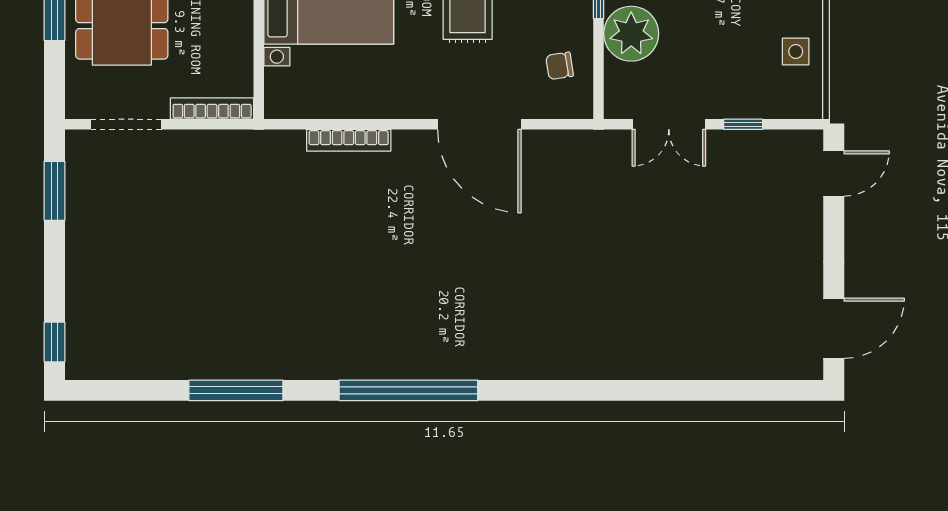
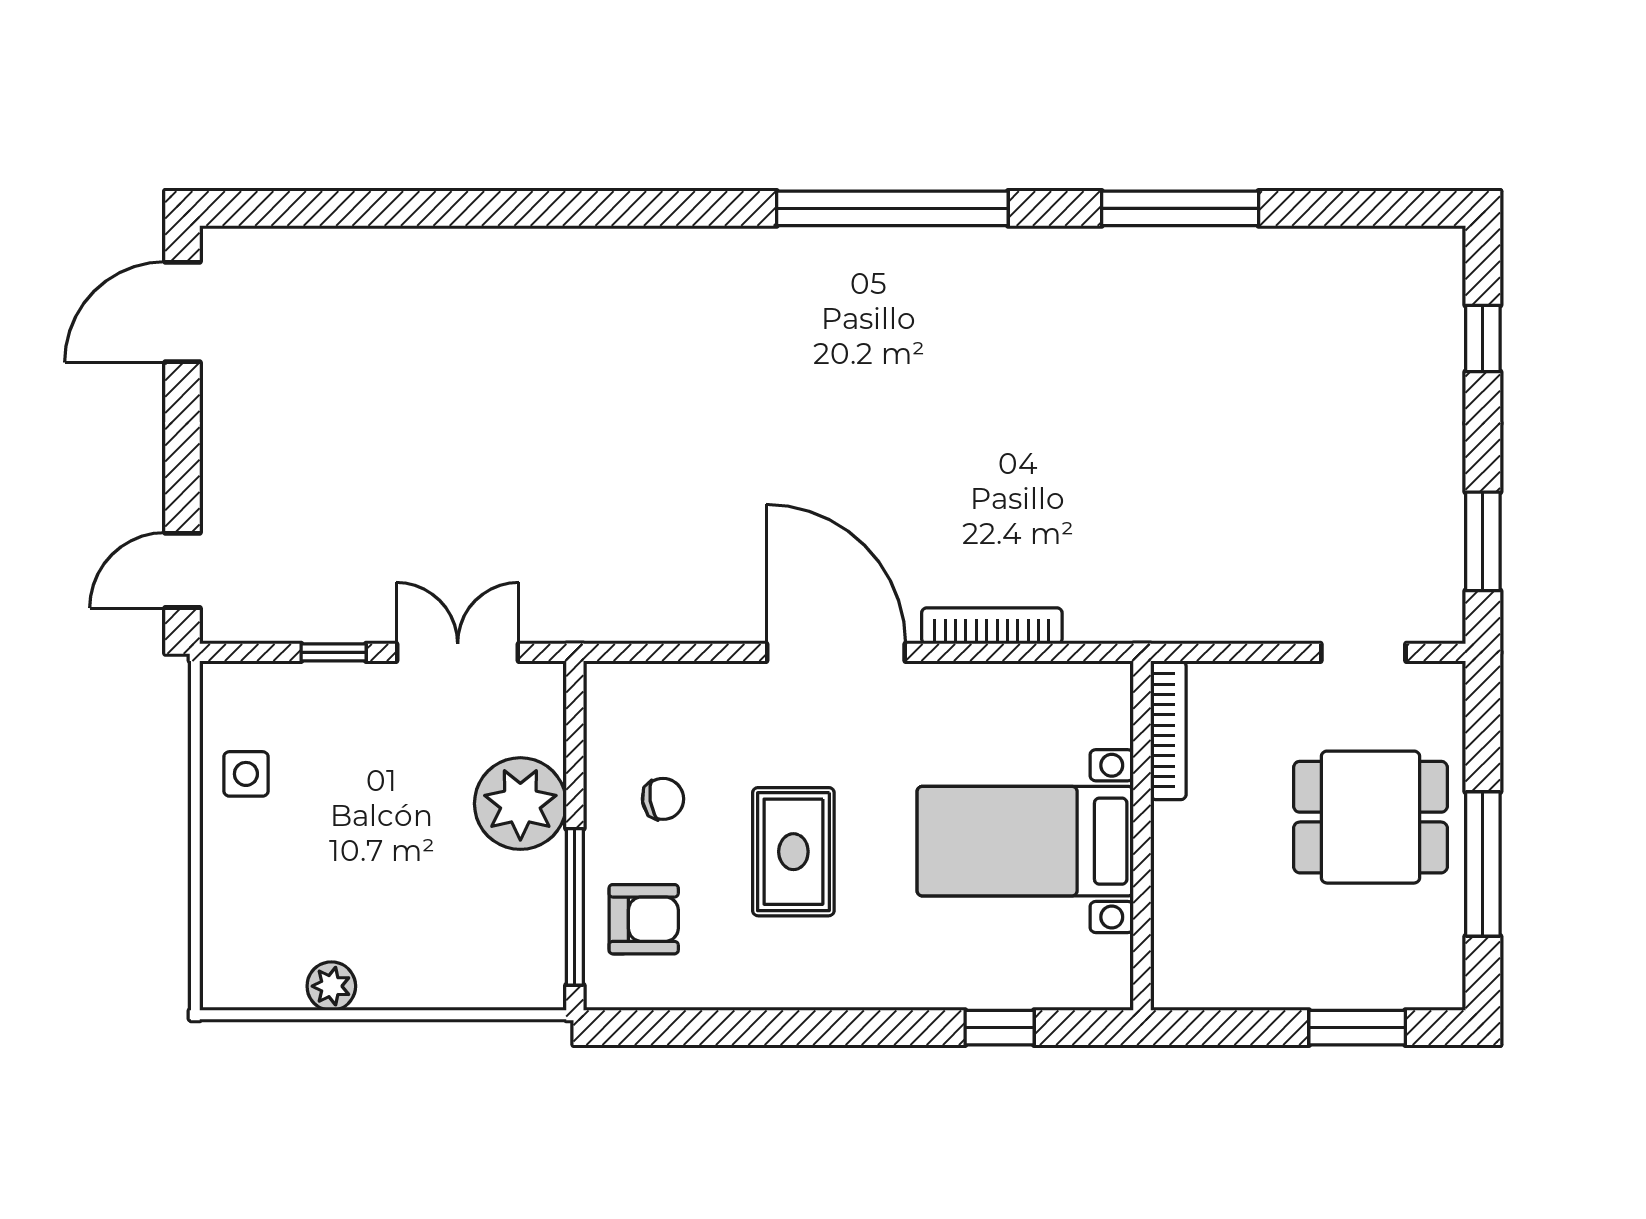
chair: (560, 66) -> (663, 799), moved
bookcase: (212, 109) -> (1168, 730), moved, turned -90
doorway: (126, 124) -> (1363, 652), width x0.73
door: (479, 124) -> (836, 652), moved
window: (54, 342) -> (1483, 338), moved

